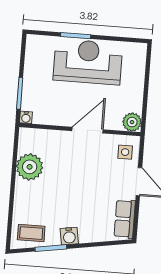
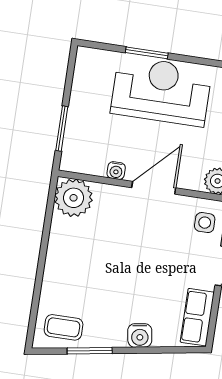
water cooler: (26, 117) -> (116, 171), moved
plant: (30, 167) -> (74, 198), moved
water cooler: (69, 236) -> (140, 335), moved

